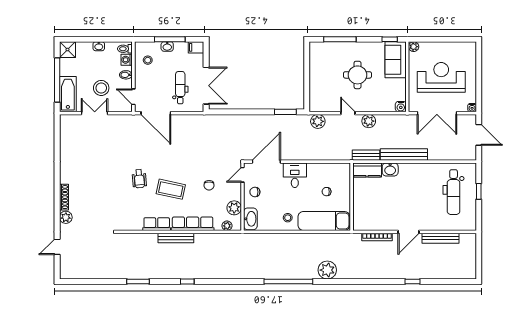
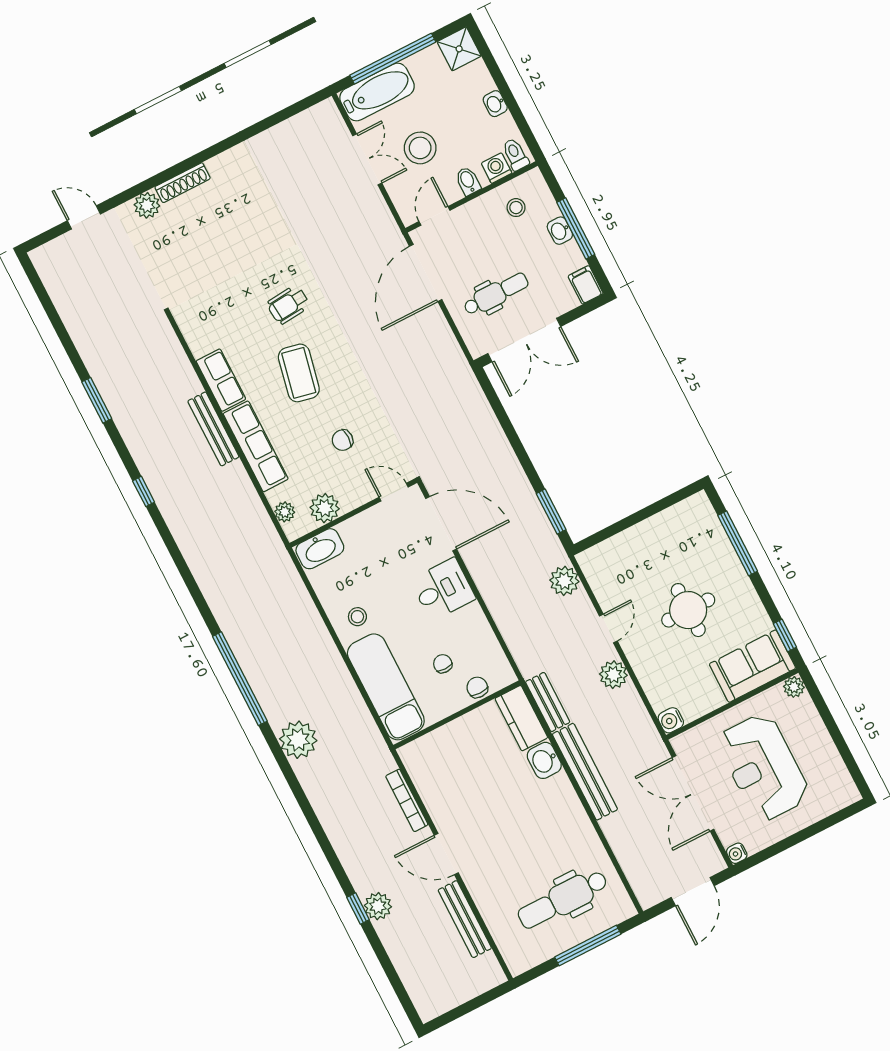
reception desk: (441, 77) -> (763, 767), turned 180
window: (479, 191) -> (588, 945), width x2.17
chair: (255, 192) -> (477, 687), moved
plant: (416, 272) -> (378, 906), added

